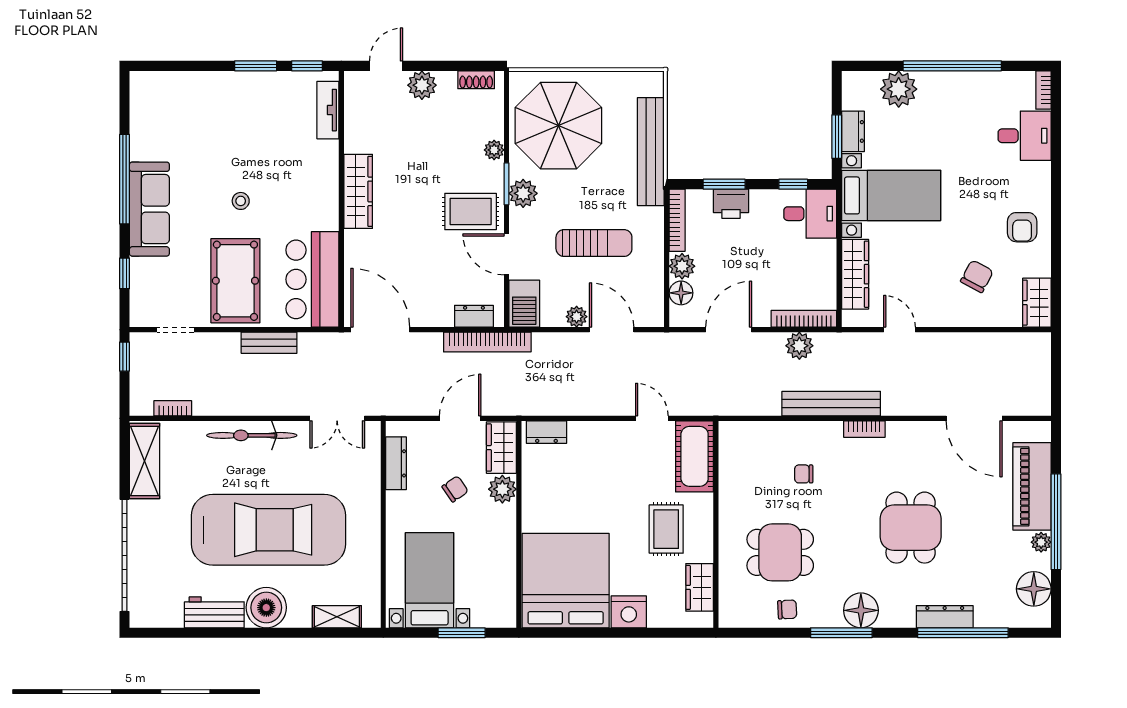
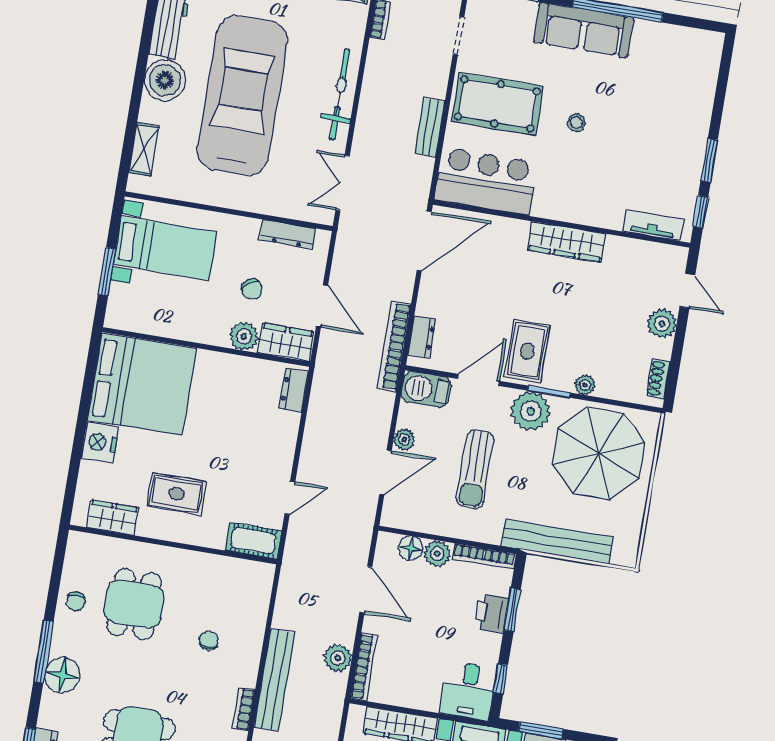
plant: (523, 193) -> (531, 411), width x1.36, depth x1.36
cot: (695, 456) -> (253, 541), width x0.73, depth x0.75
car: (269, 530) -> (242, 95), turned 180

